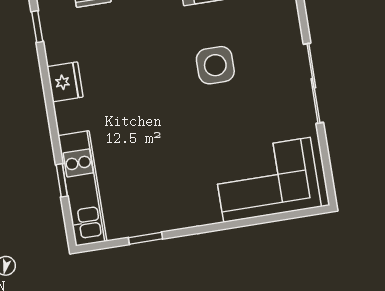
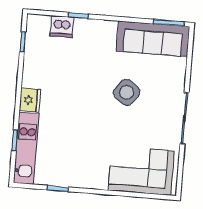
side table: (215, 65) -> (127, 92), turned 37
fridge: (65, 82) -> (30, 100), moved

